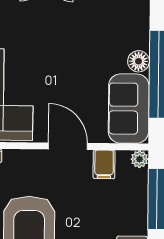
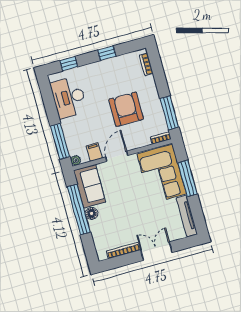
door: (68, 146) -> (117, 156), swing flipped

